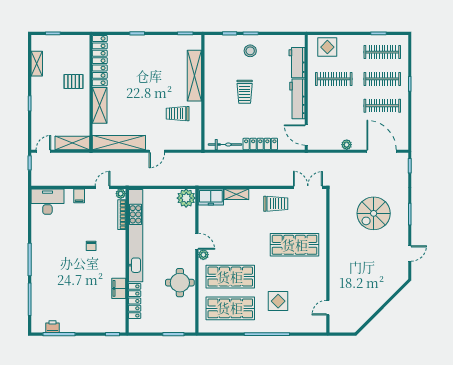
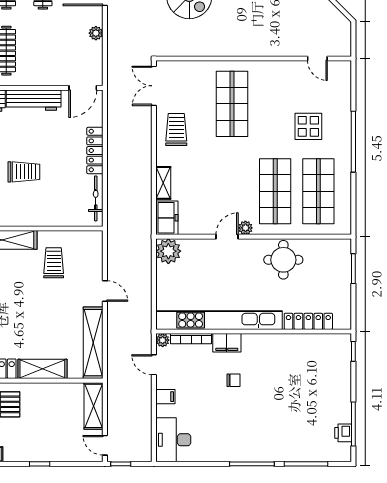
trolley: (178, 114) -> (54, 263), turned 180
filing cabinet: (119, 288) -> (227, 343), moved

